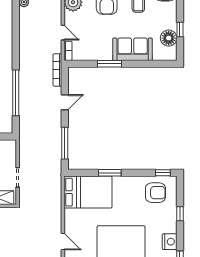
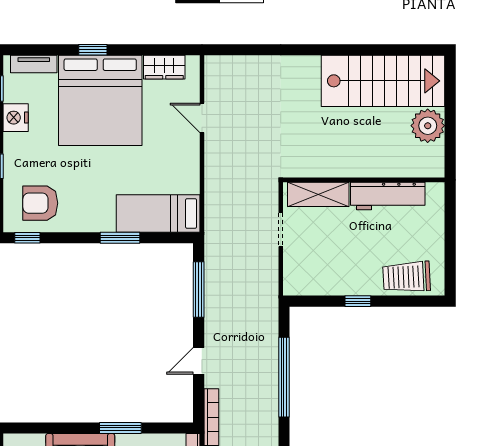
bed: (88, 192) -> (158, 214), width x0.67

